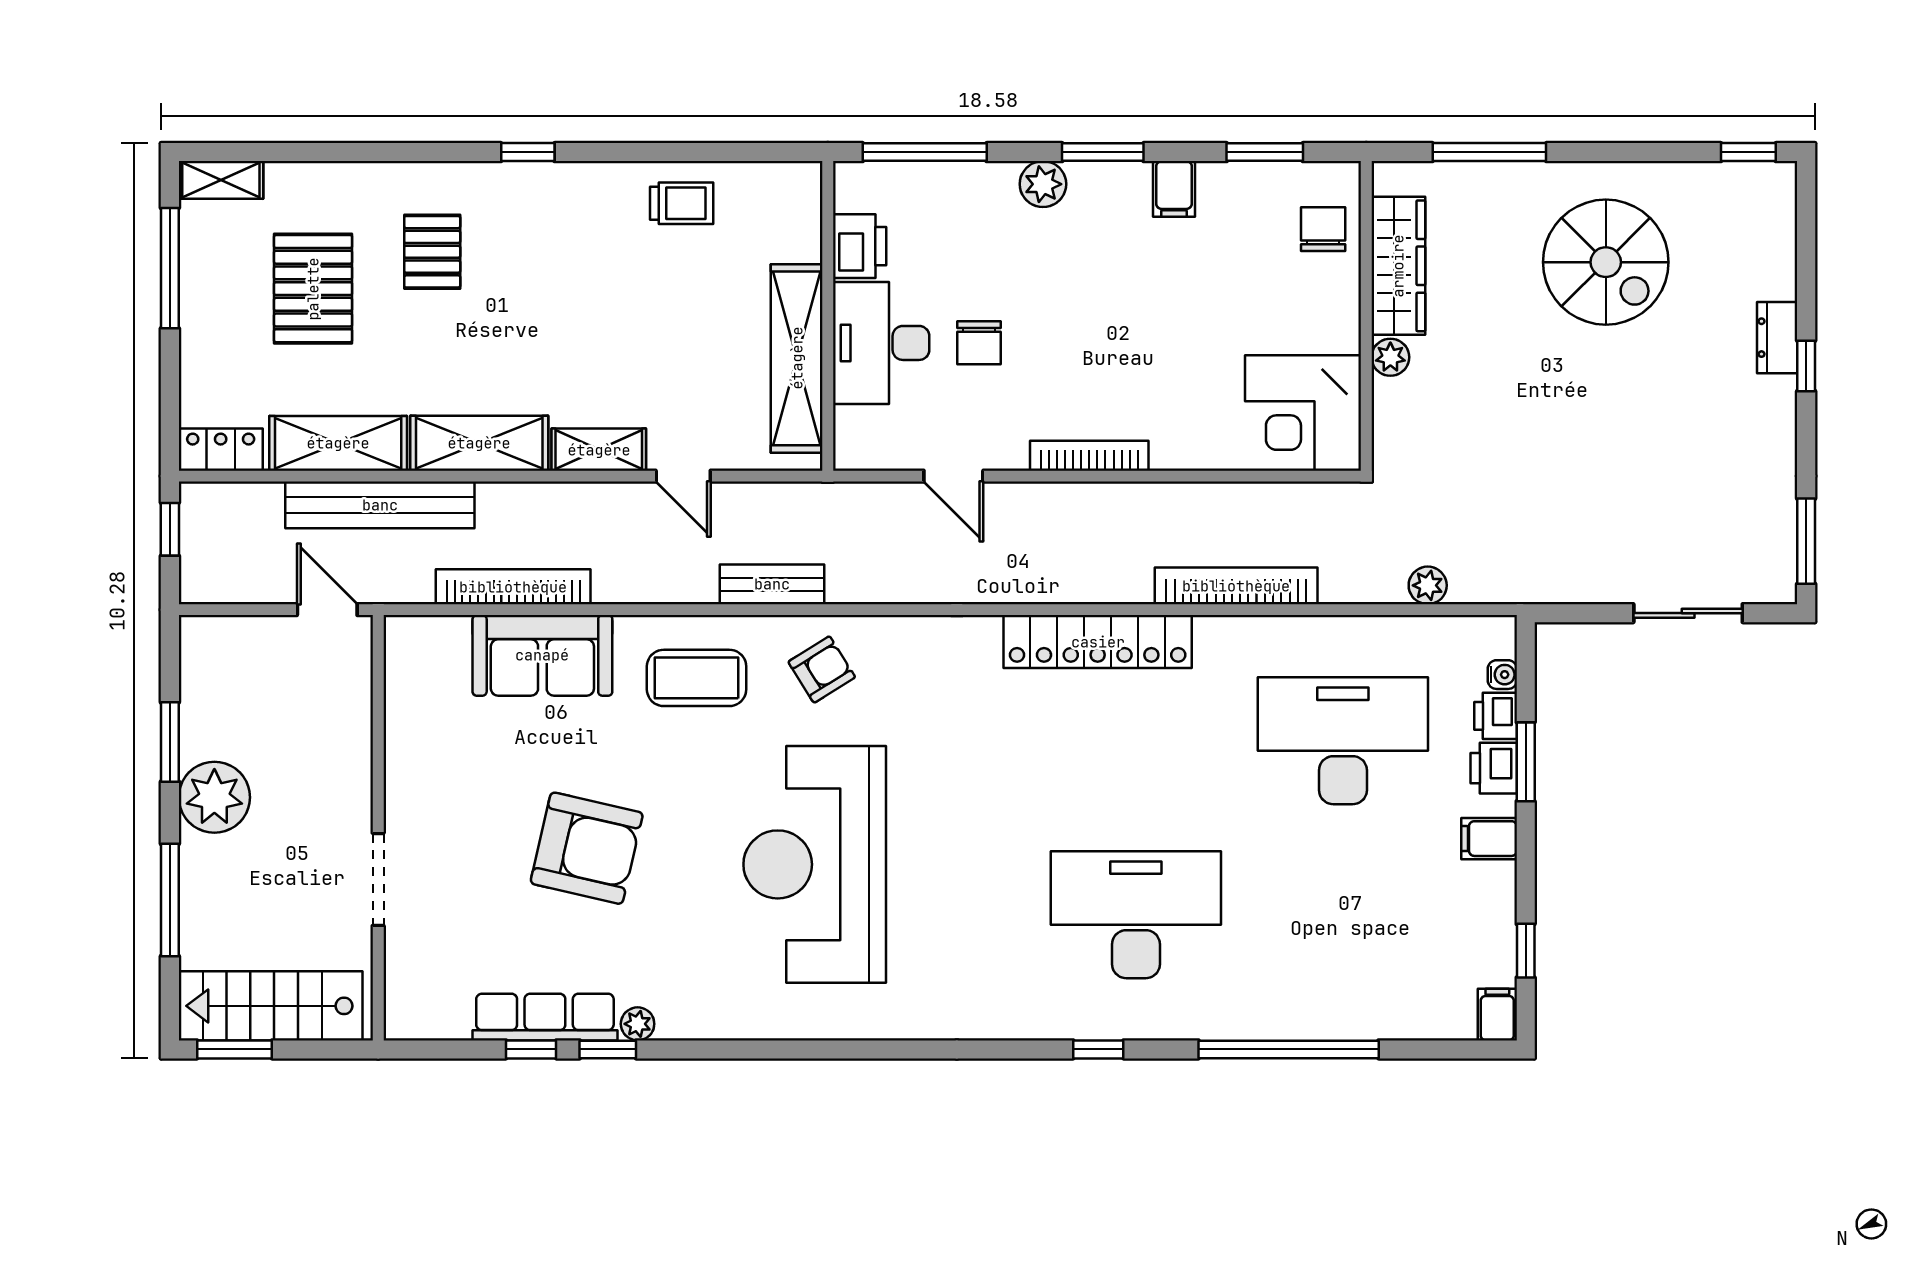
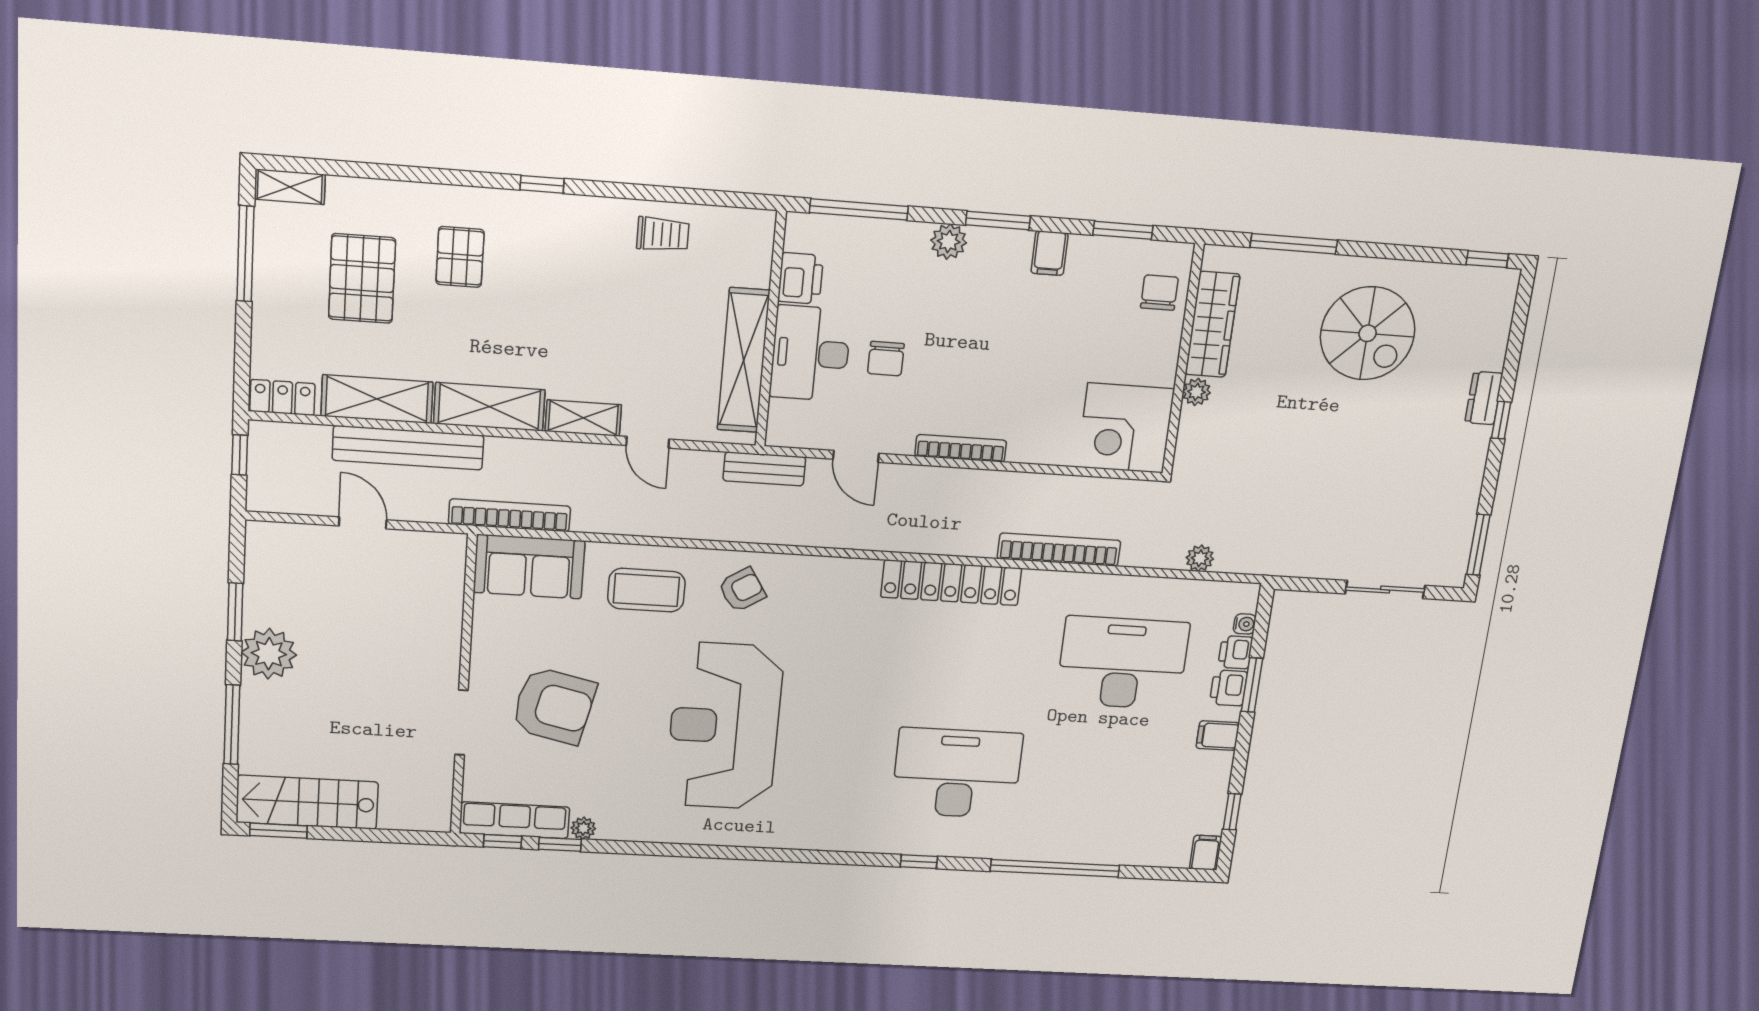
bench: (772, 584) -> (764, 469), moved
wall: (378, 828) -> (464, 686), moved
doorway: (378, 879) -> (461, 723), moved

